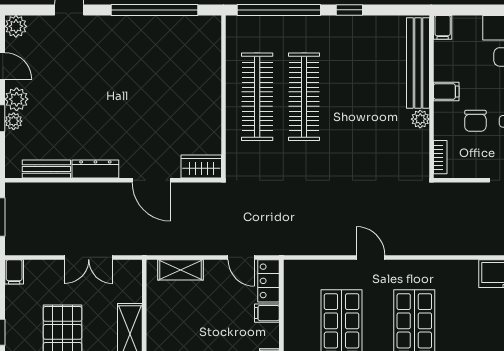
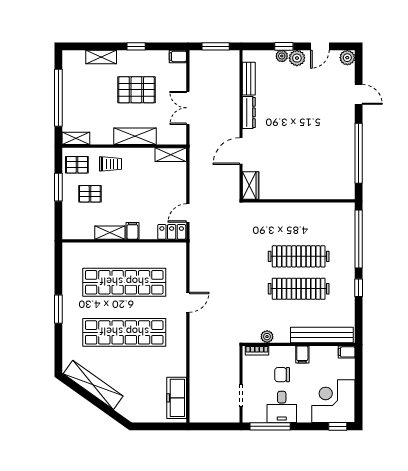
clothes rail: (257, 97) -> (299, 289), moved
plant: (420, 119) -> (267, 337), moved
shelving: (181, 270) -> (171, 155), moved, turned 90
filing cabinet: (267, 313) -> (132, 231), moved

